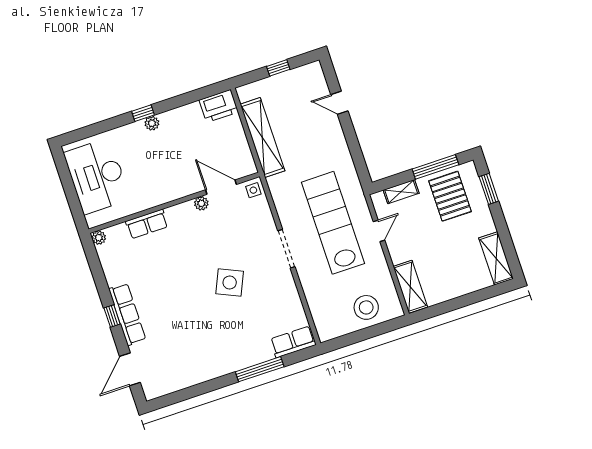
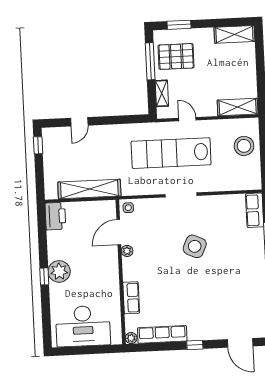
window: (278, 68) -> (38, 145), moved
plant: (152, 123) -> (59, 271), width x1.87, depth x1.87
row of seats: (127, 314) -> (162, 334), moved

